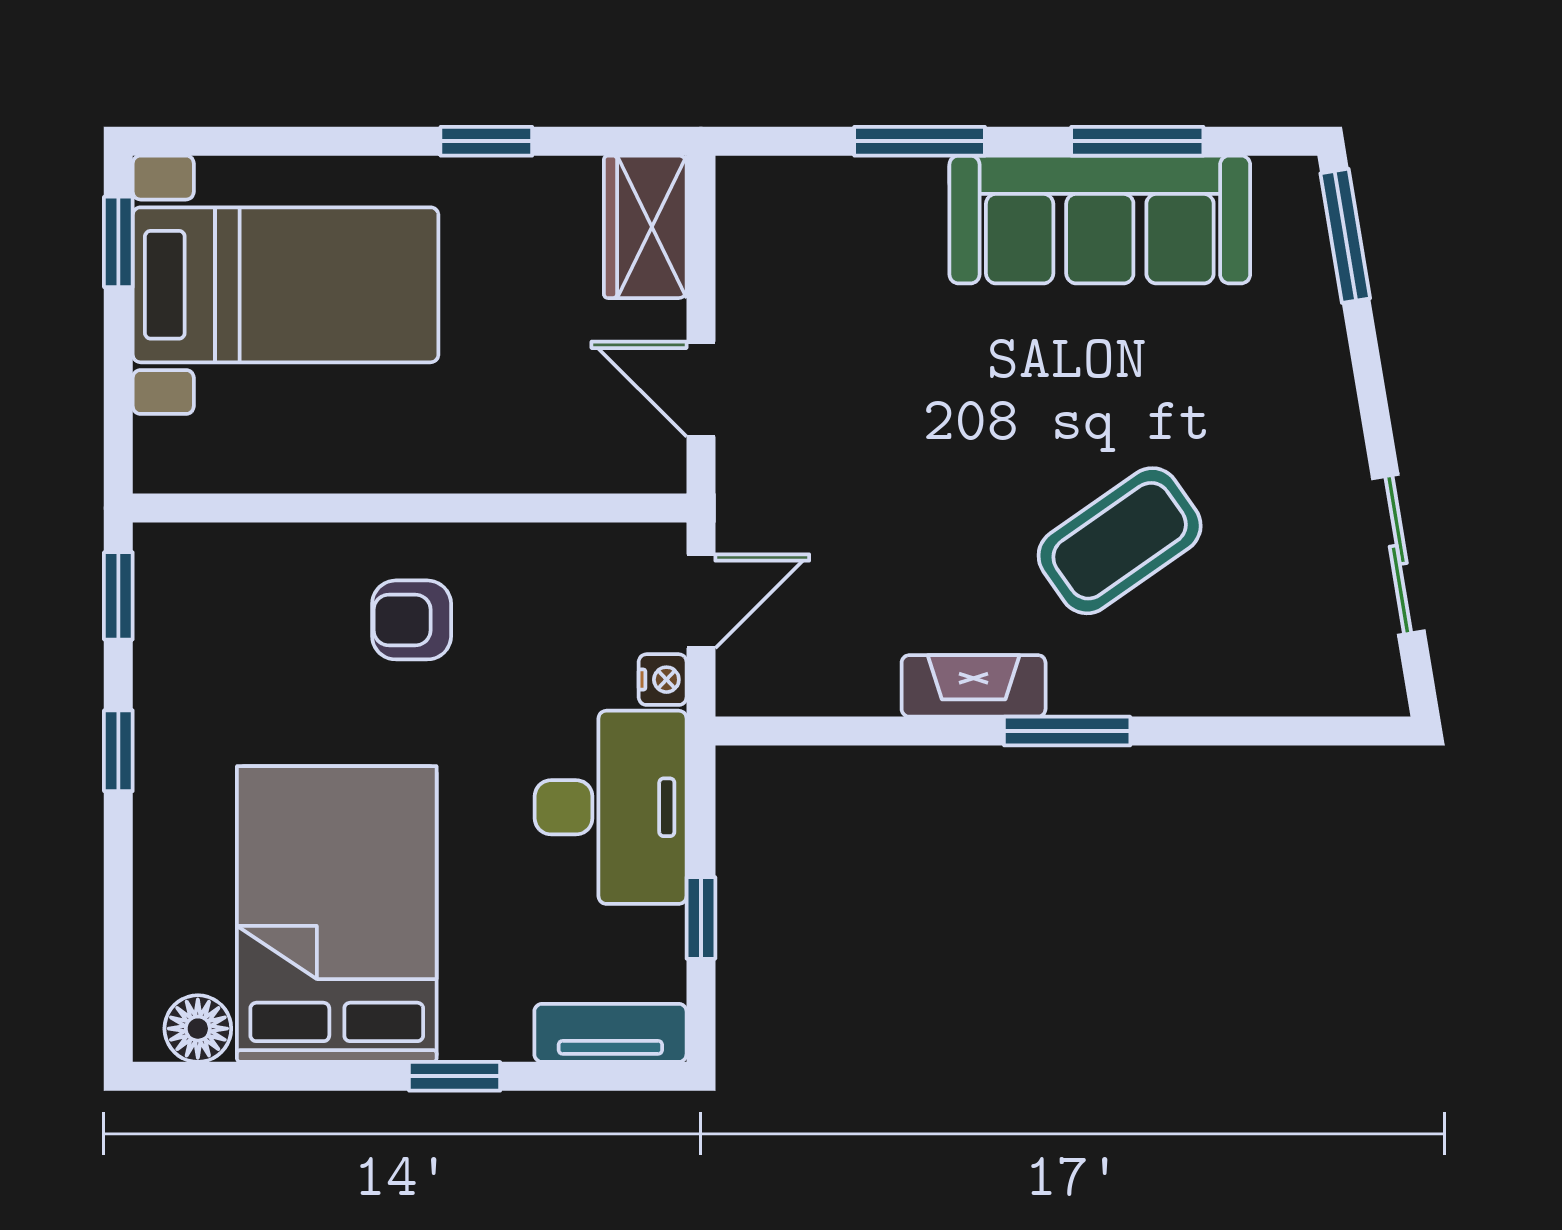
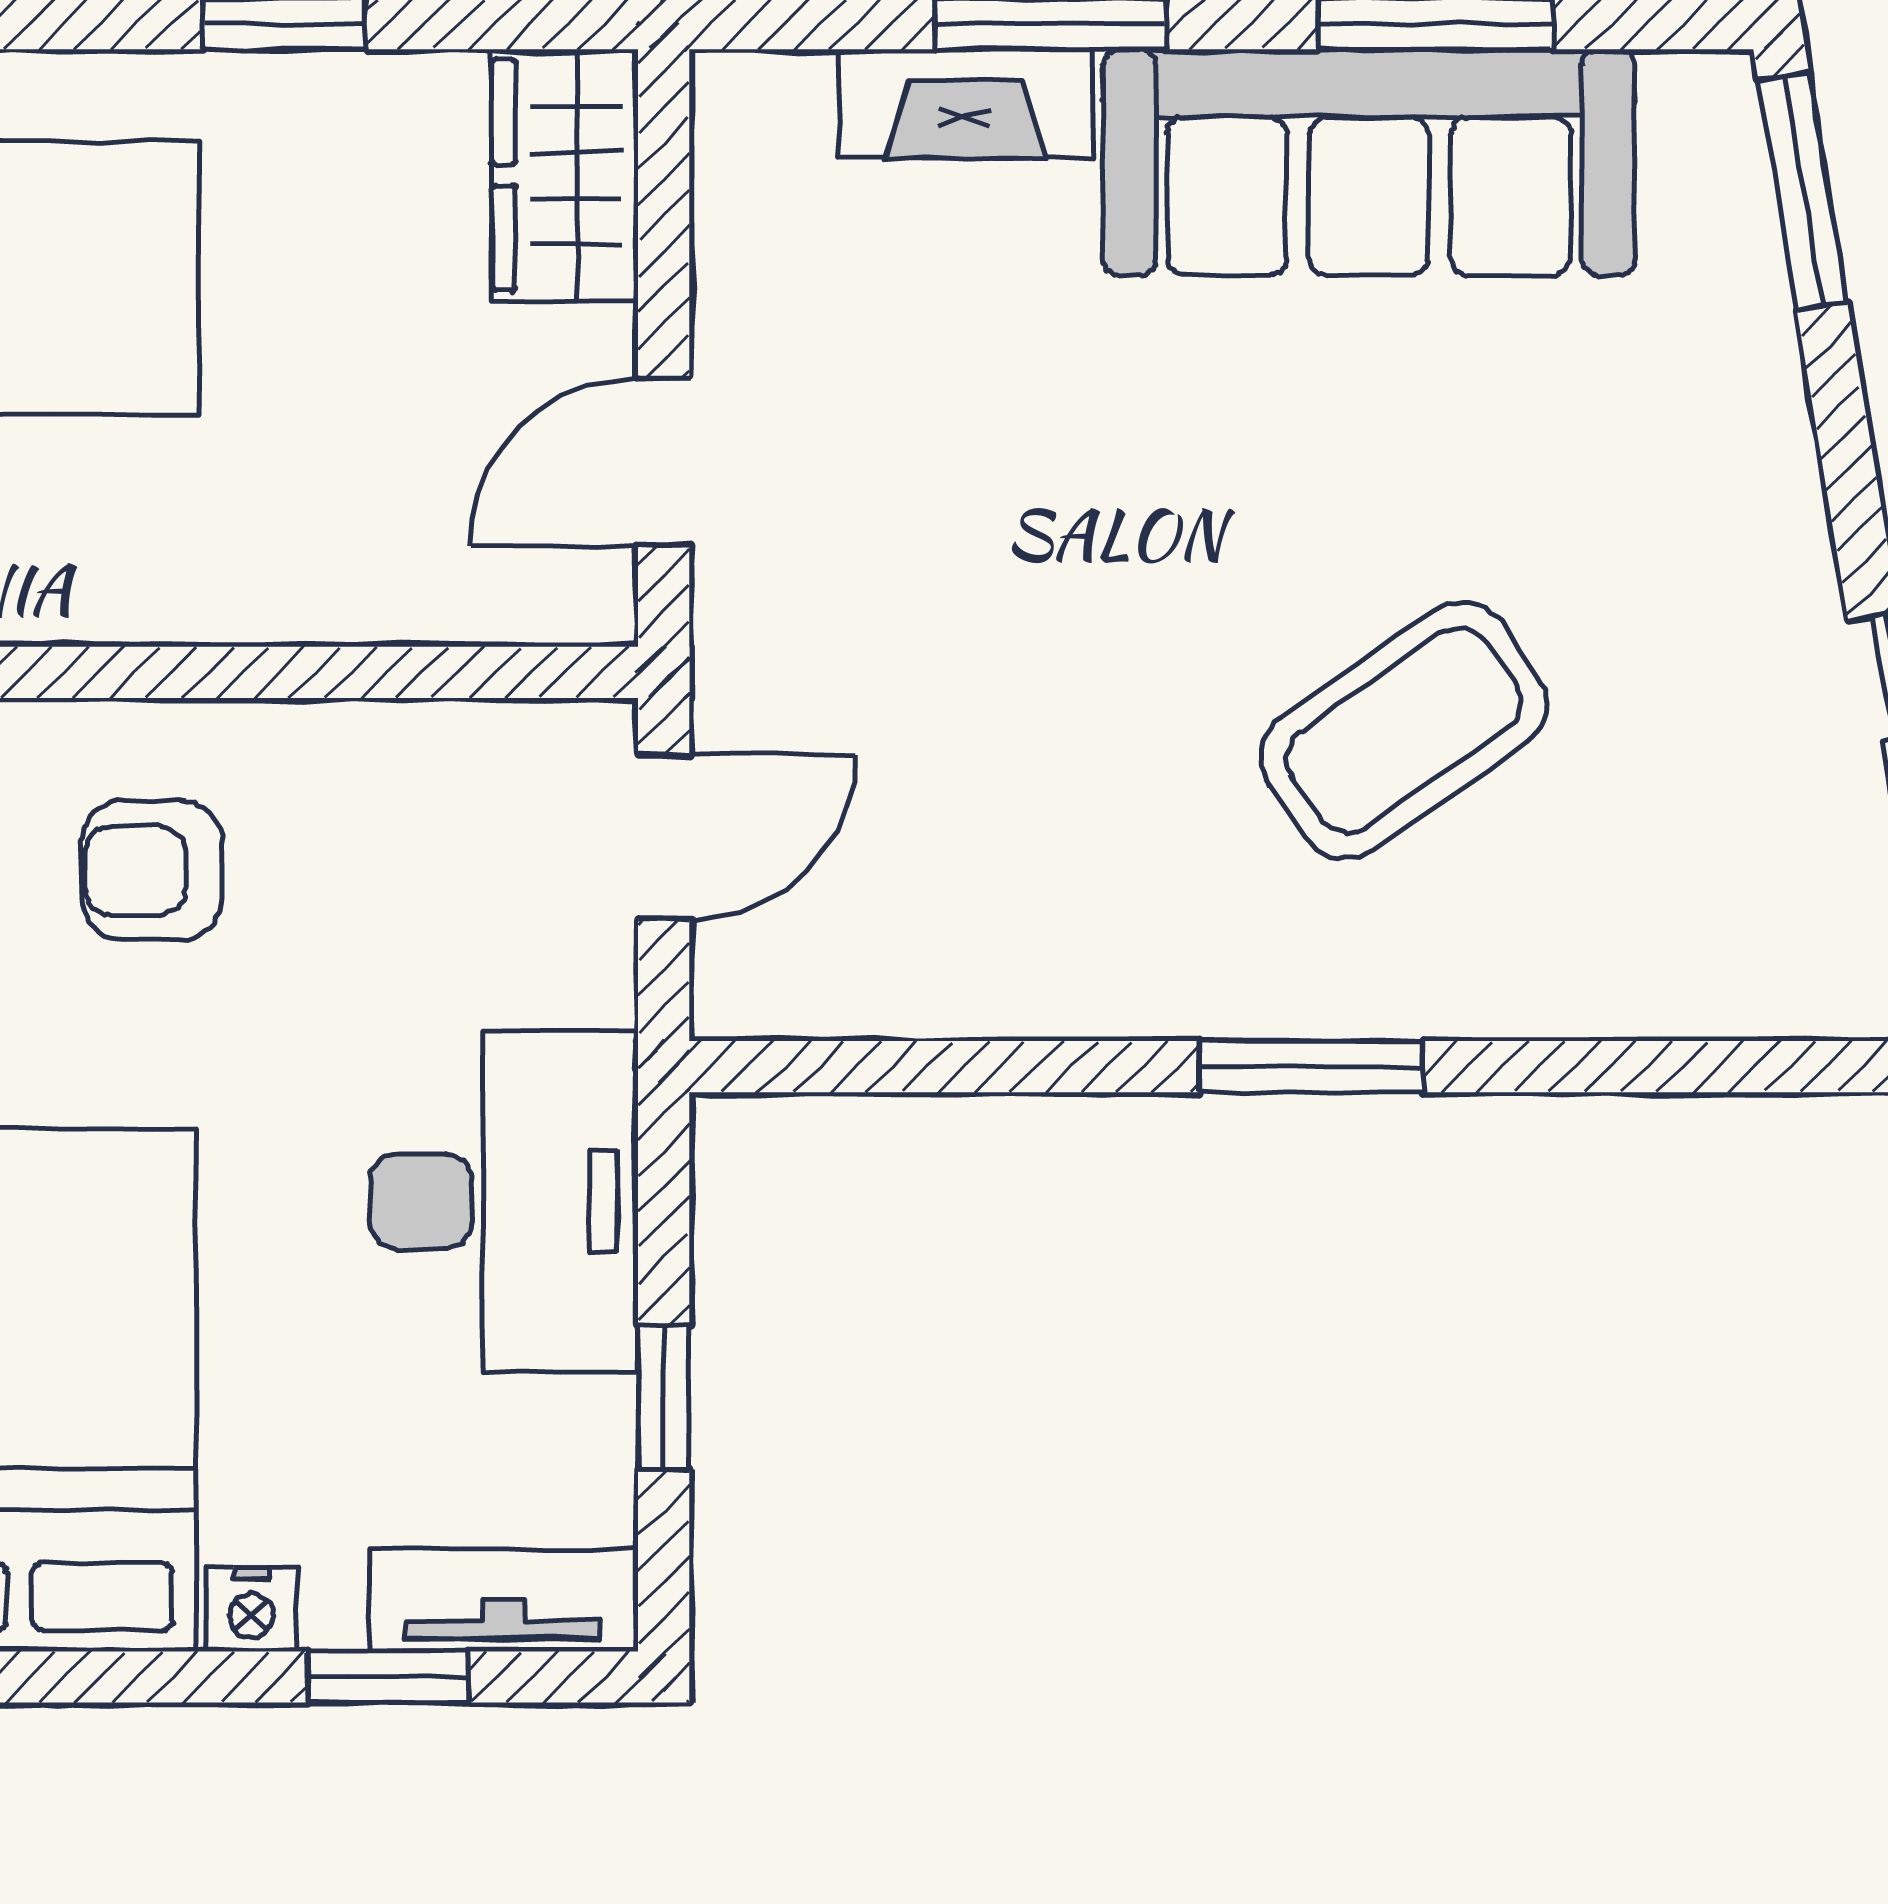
door: (701, 389) -> (664, 462), hinge flipped
nightstand: (663, 680) -> (251, 1609), moved, turned 90
fireplace: (974, 686) -> (966, 104), moved, turned 180
window: (455, 1076) -> (388, 1677), moved

